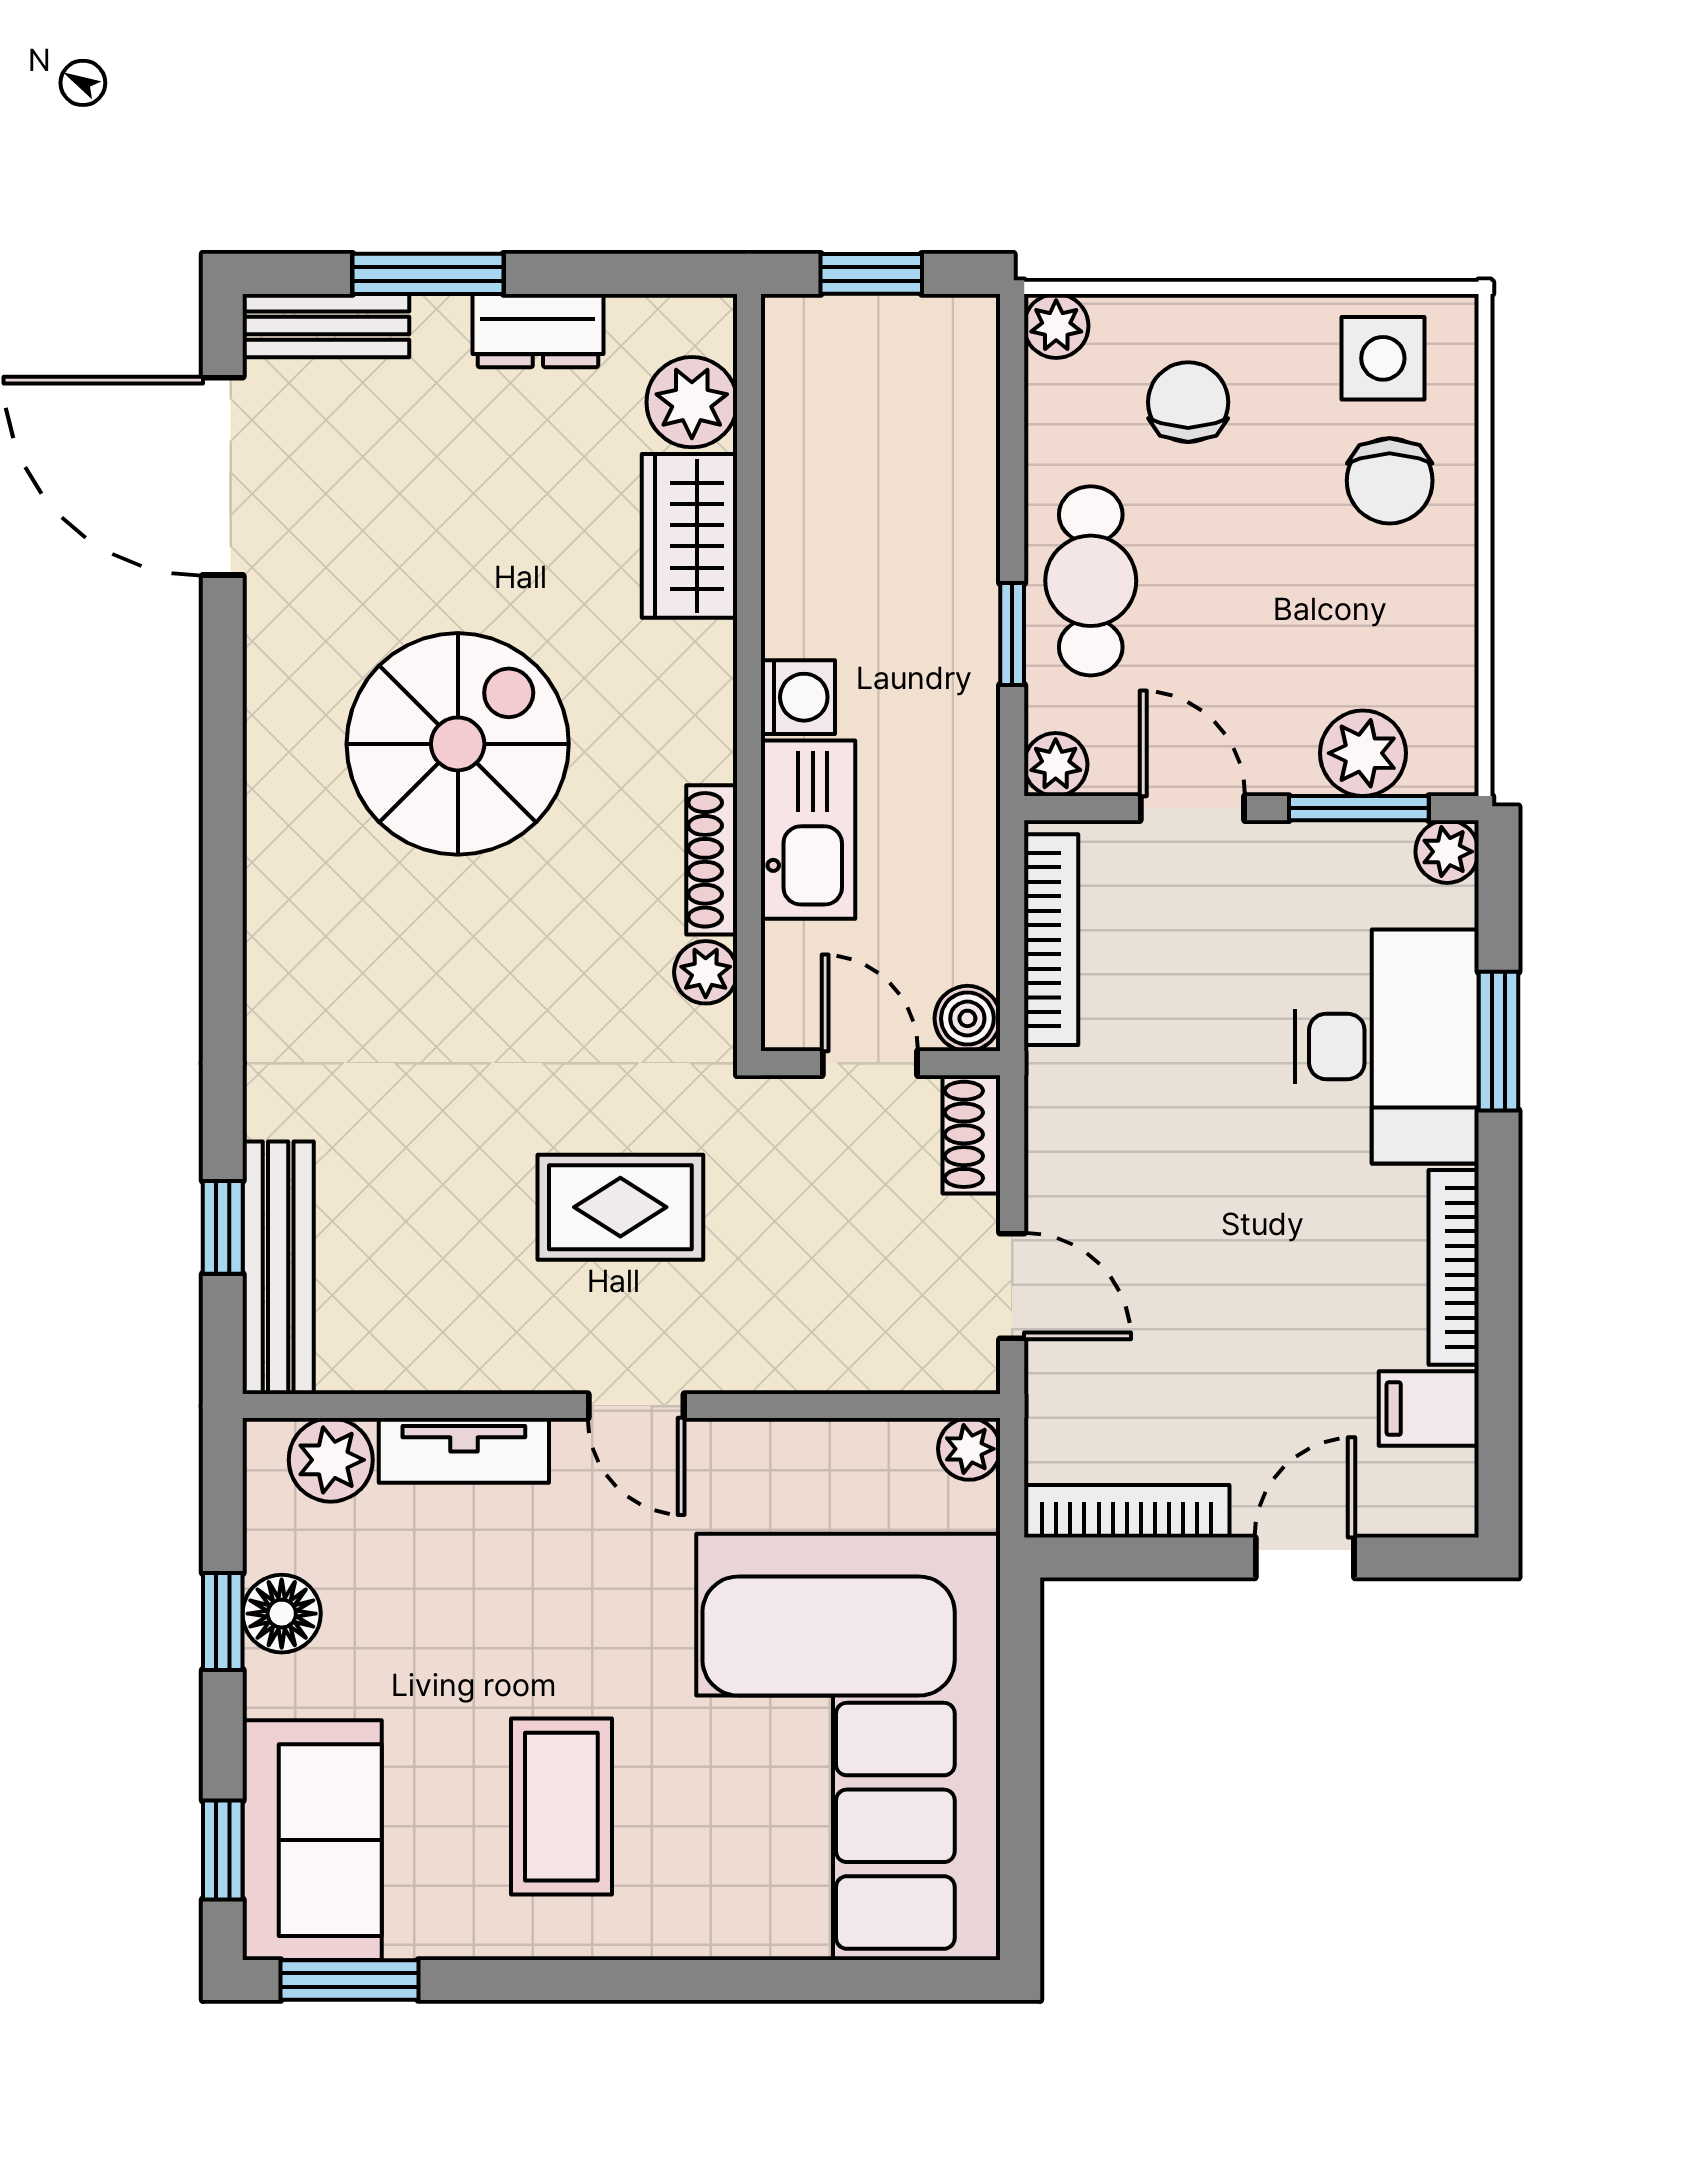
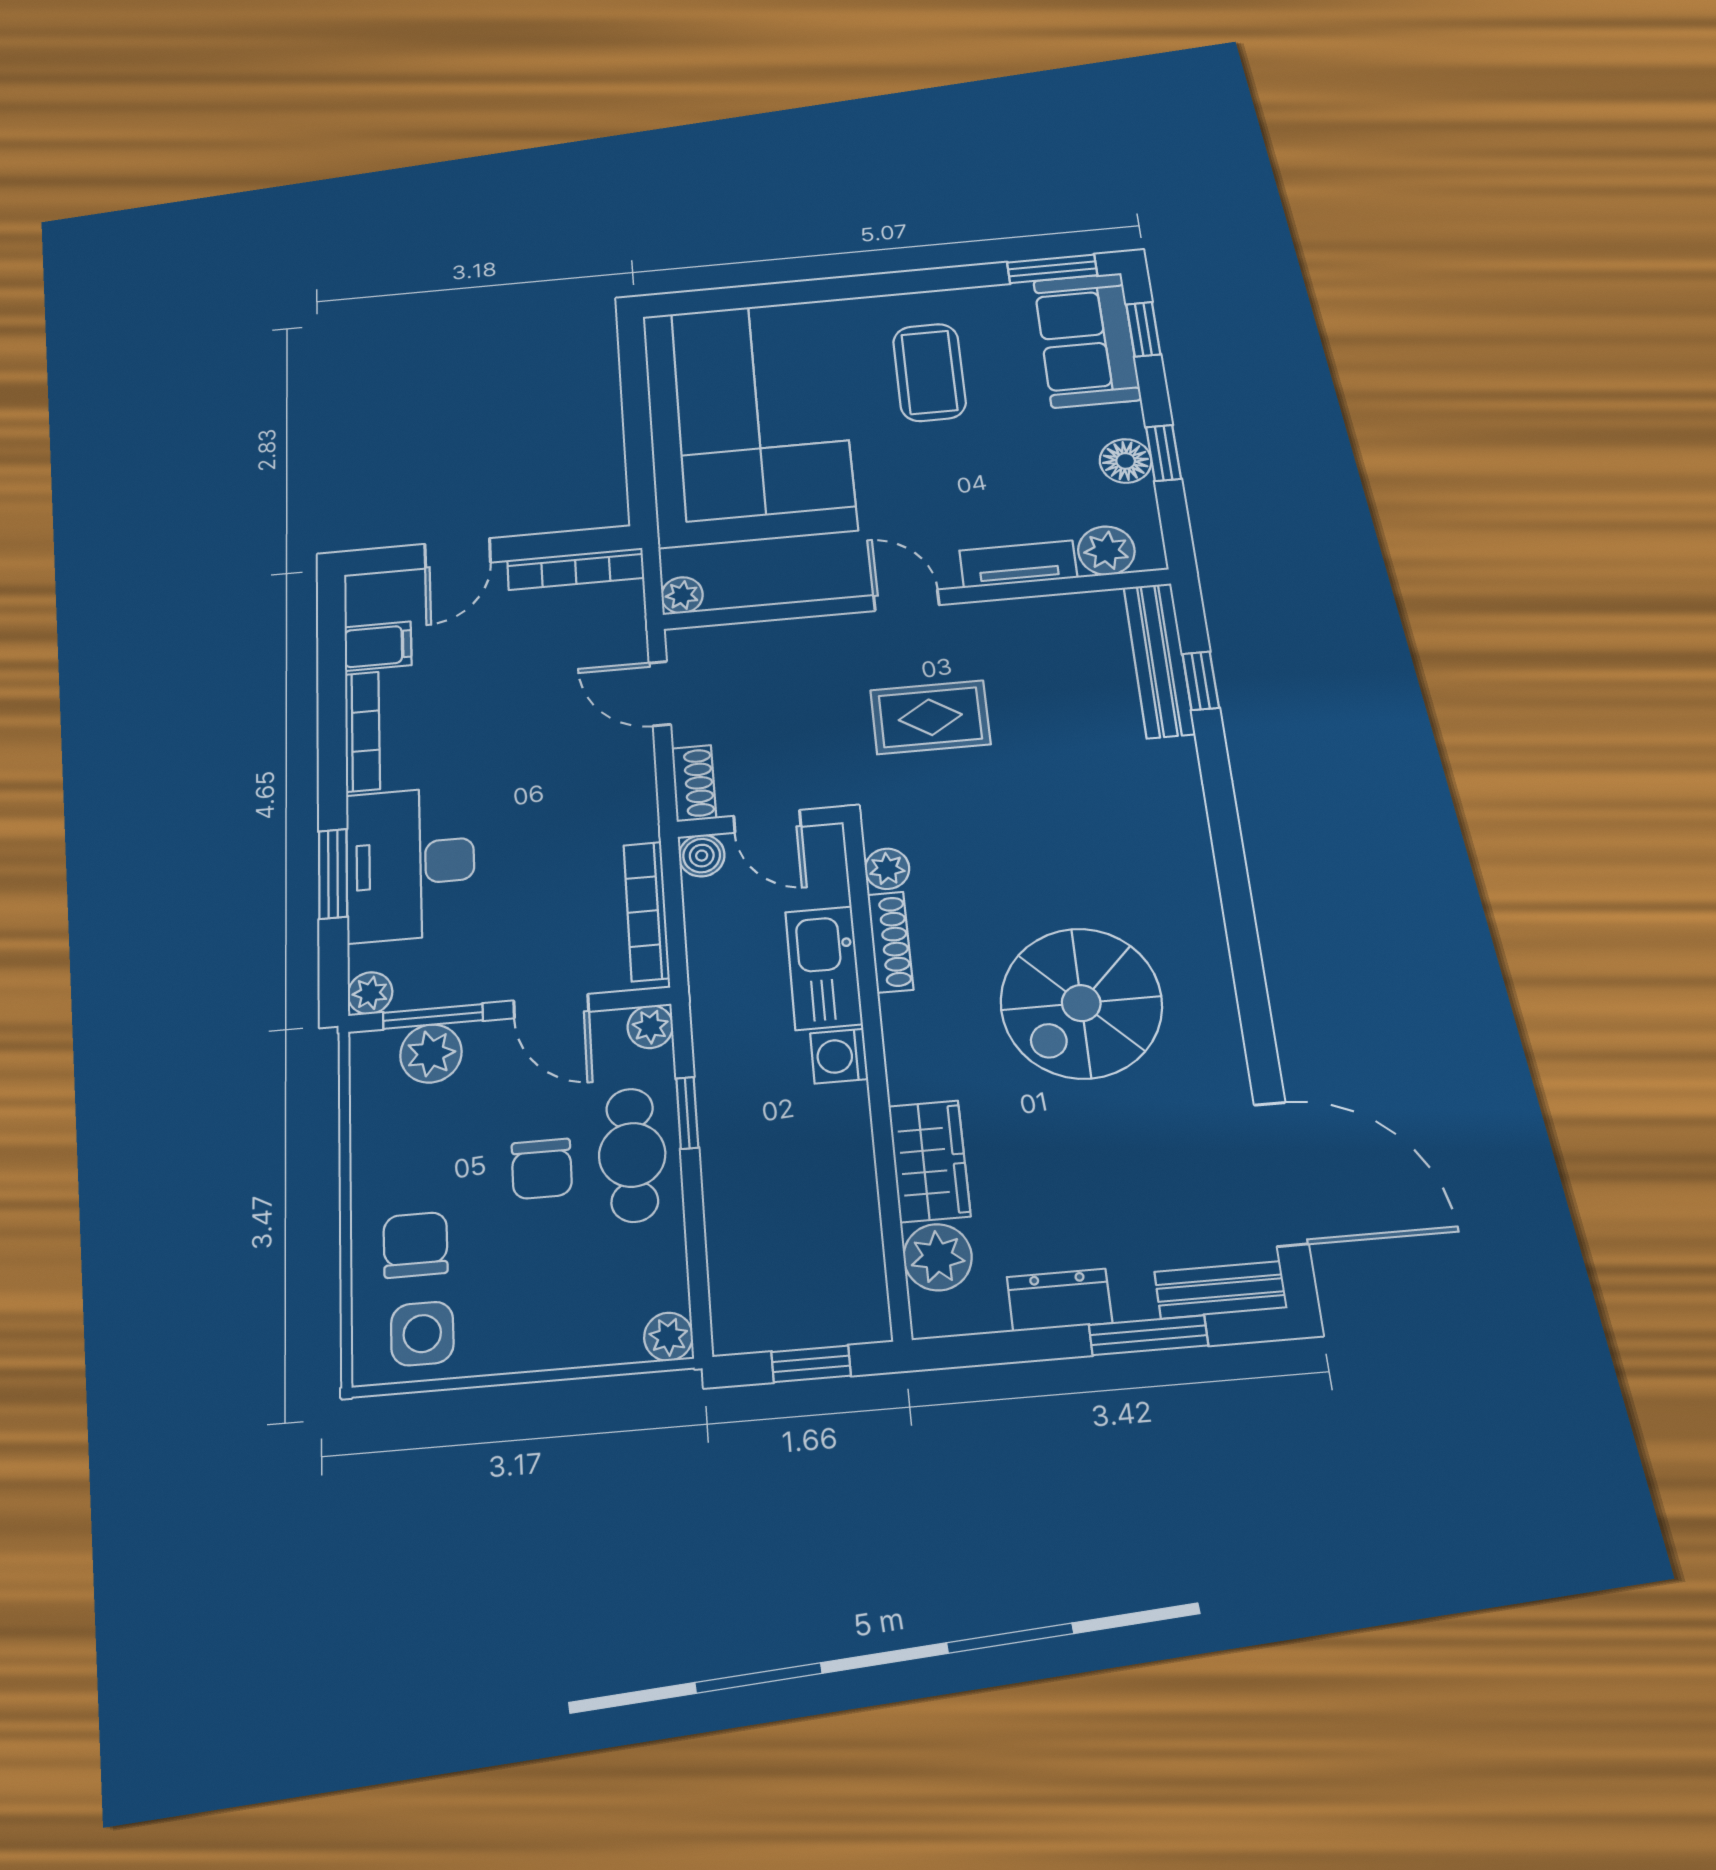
chair: (1188, 402) -> (542, 1169), moved

